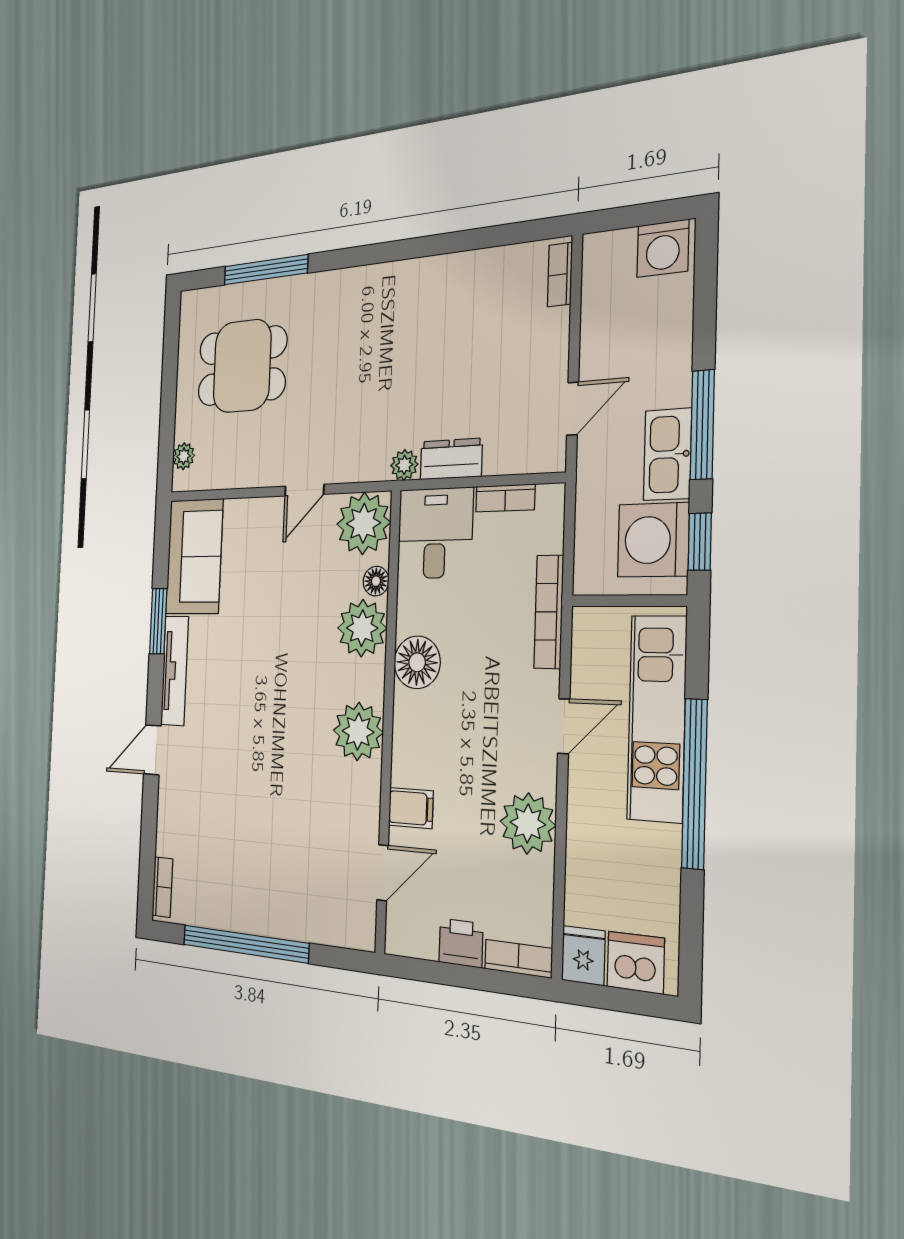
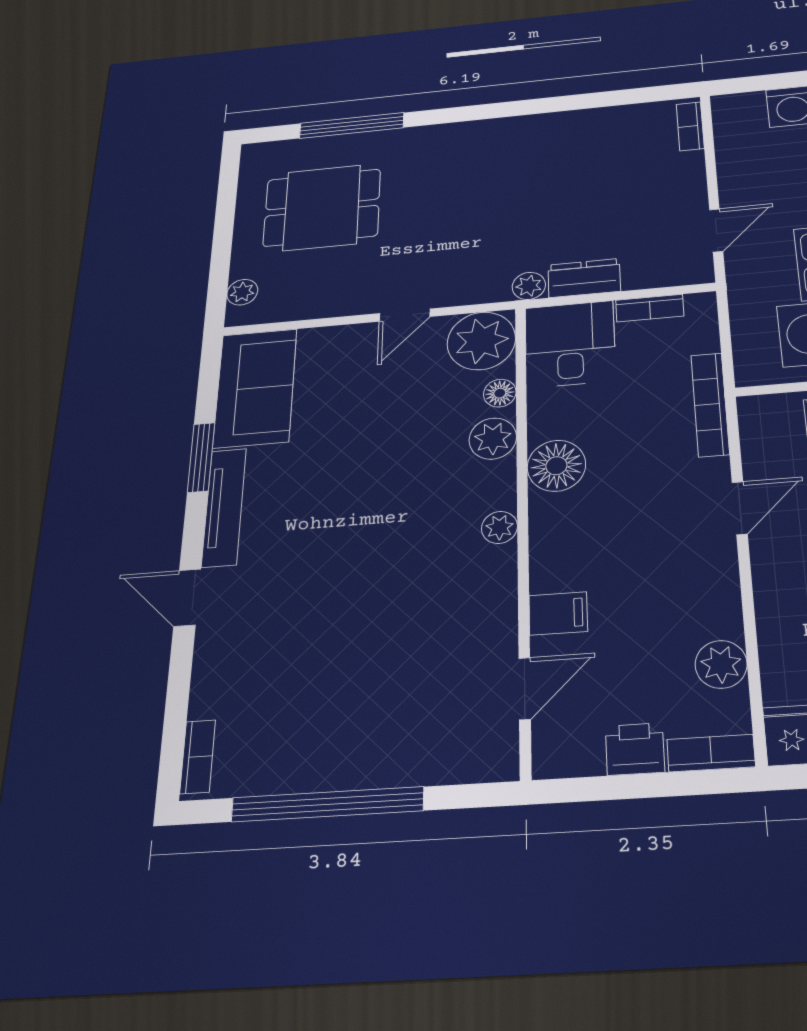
plant: (362, 628) -> (493, 439), width x0.73, depth x0.73
plant: (358, 731) -> (499, 527), width x0.53, depth x0.53
door: (152, 750) -> (187, 598), hinge flipped
plant: (528, 823) -> (721, 664), moved, width x0.73, depth x0.73

